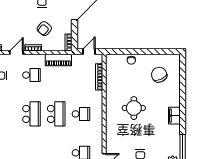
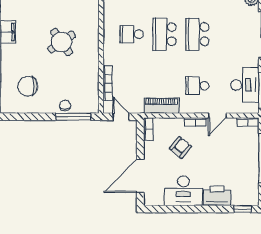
door: (89, 52) -> (121, 117), swing flipped
window: (125, 52) -> (73, 117), added
chair: (159, 75) -> (28, 86), turned 115
round table: (134, 108) -> (62, 42), turned -35

